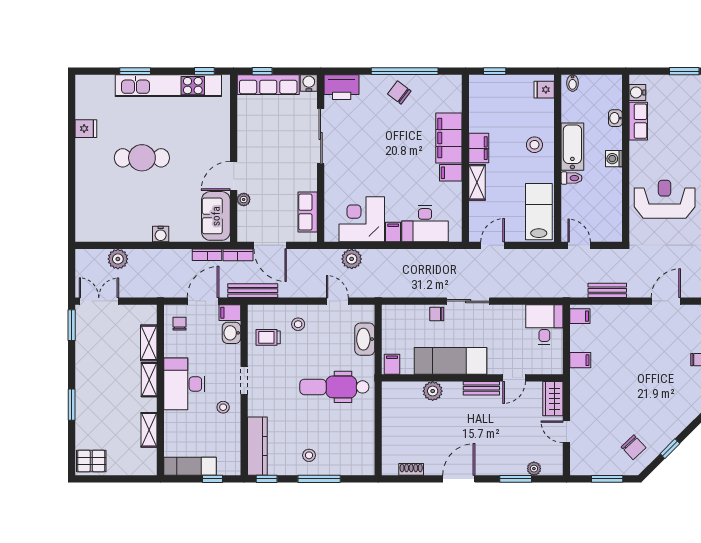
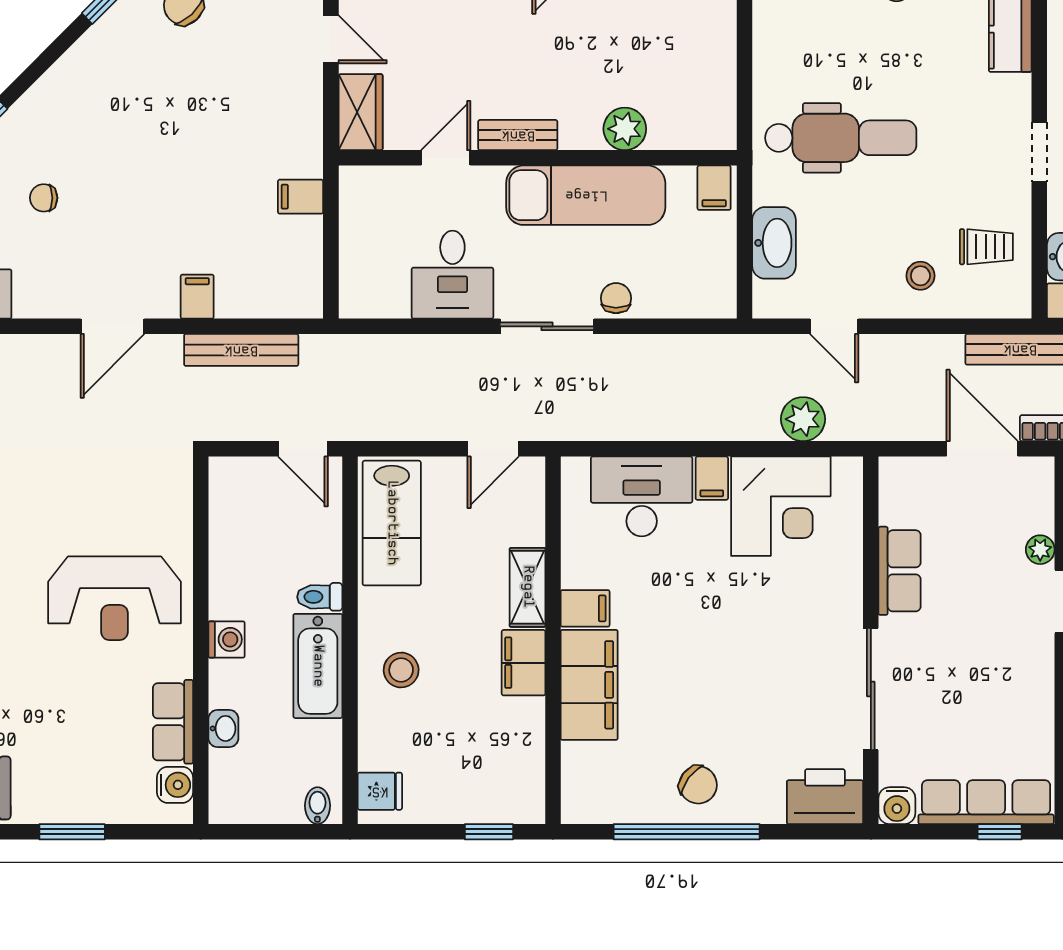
reception desk: (665, 199) -> (114, 598), moved
row of seats: (308, 212) -> (900, 571), moved
bench: (607, 290) -> (241, 350), width x1.36
chair: (437, 314) -> (616, 298), turned -90
filing cabinet: (580, 316) -> (197, 297), moved, turned 90
desk: (544, 325) -> (452, 275), moved

